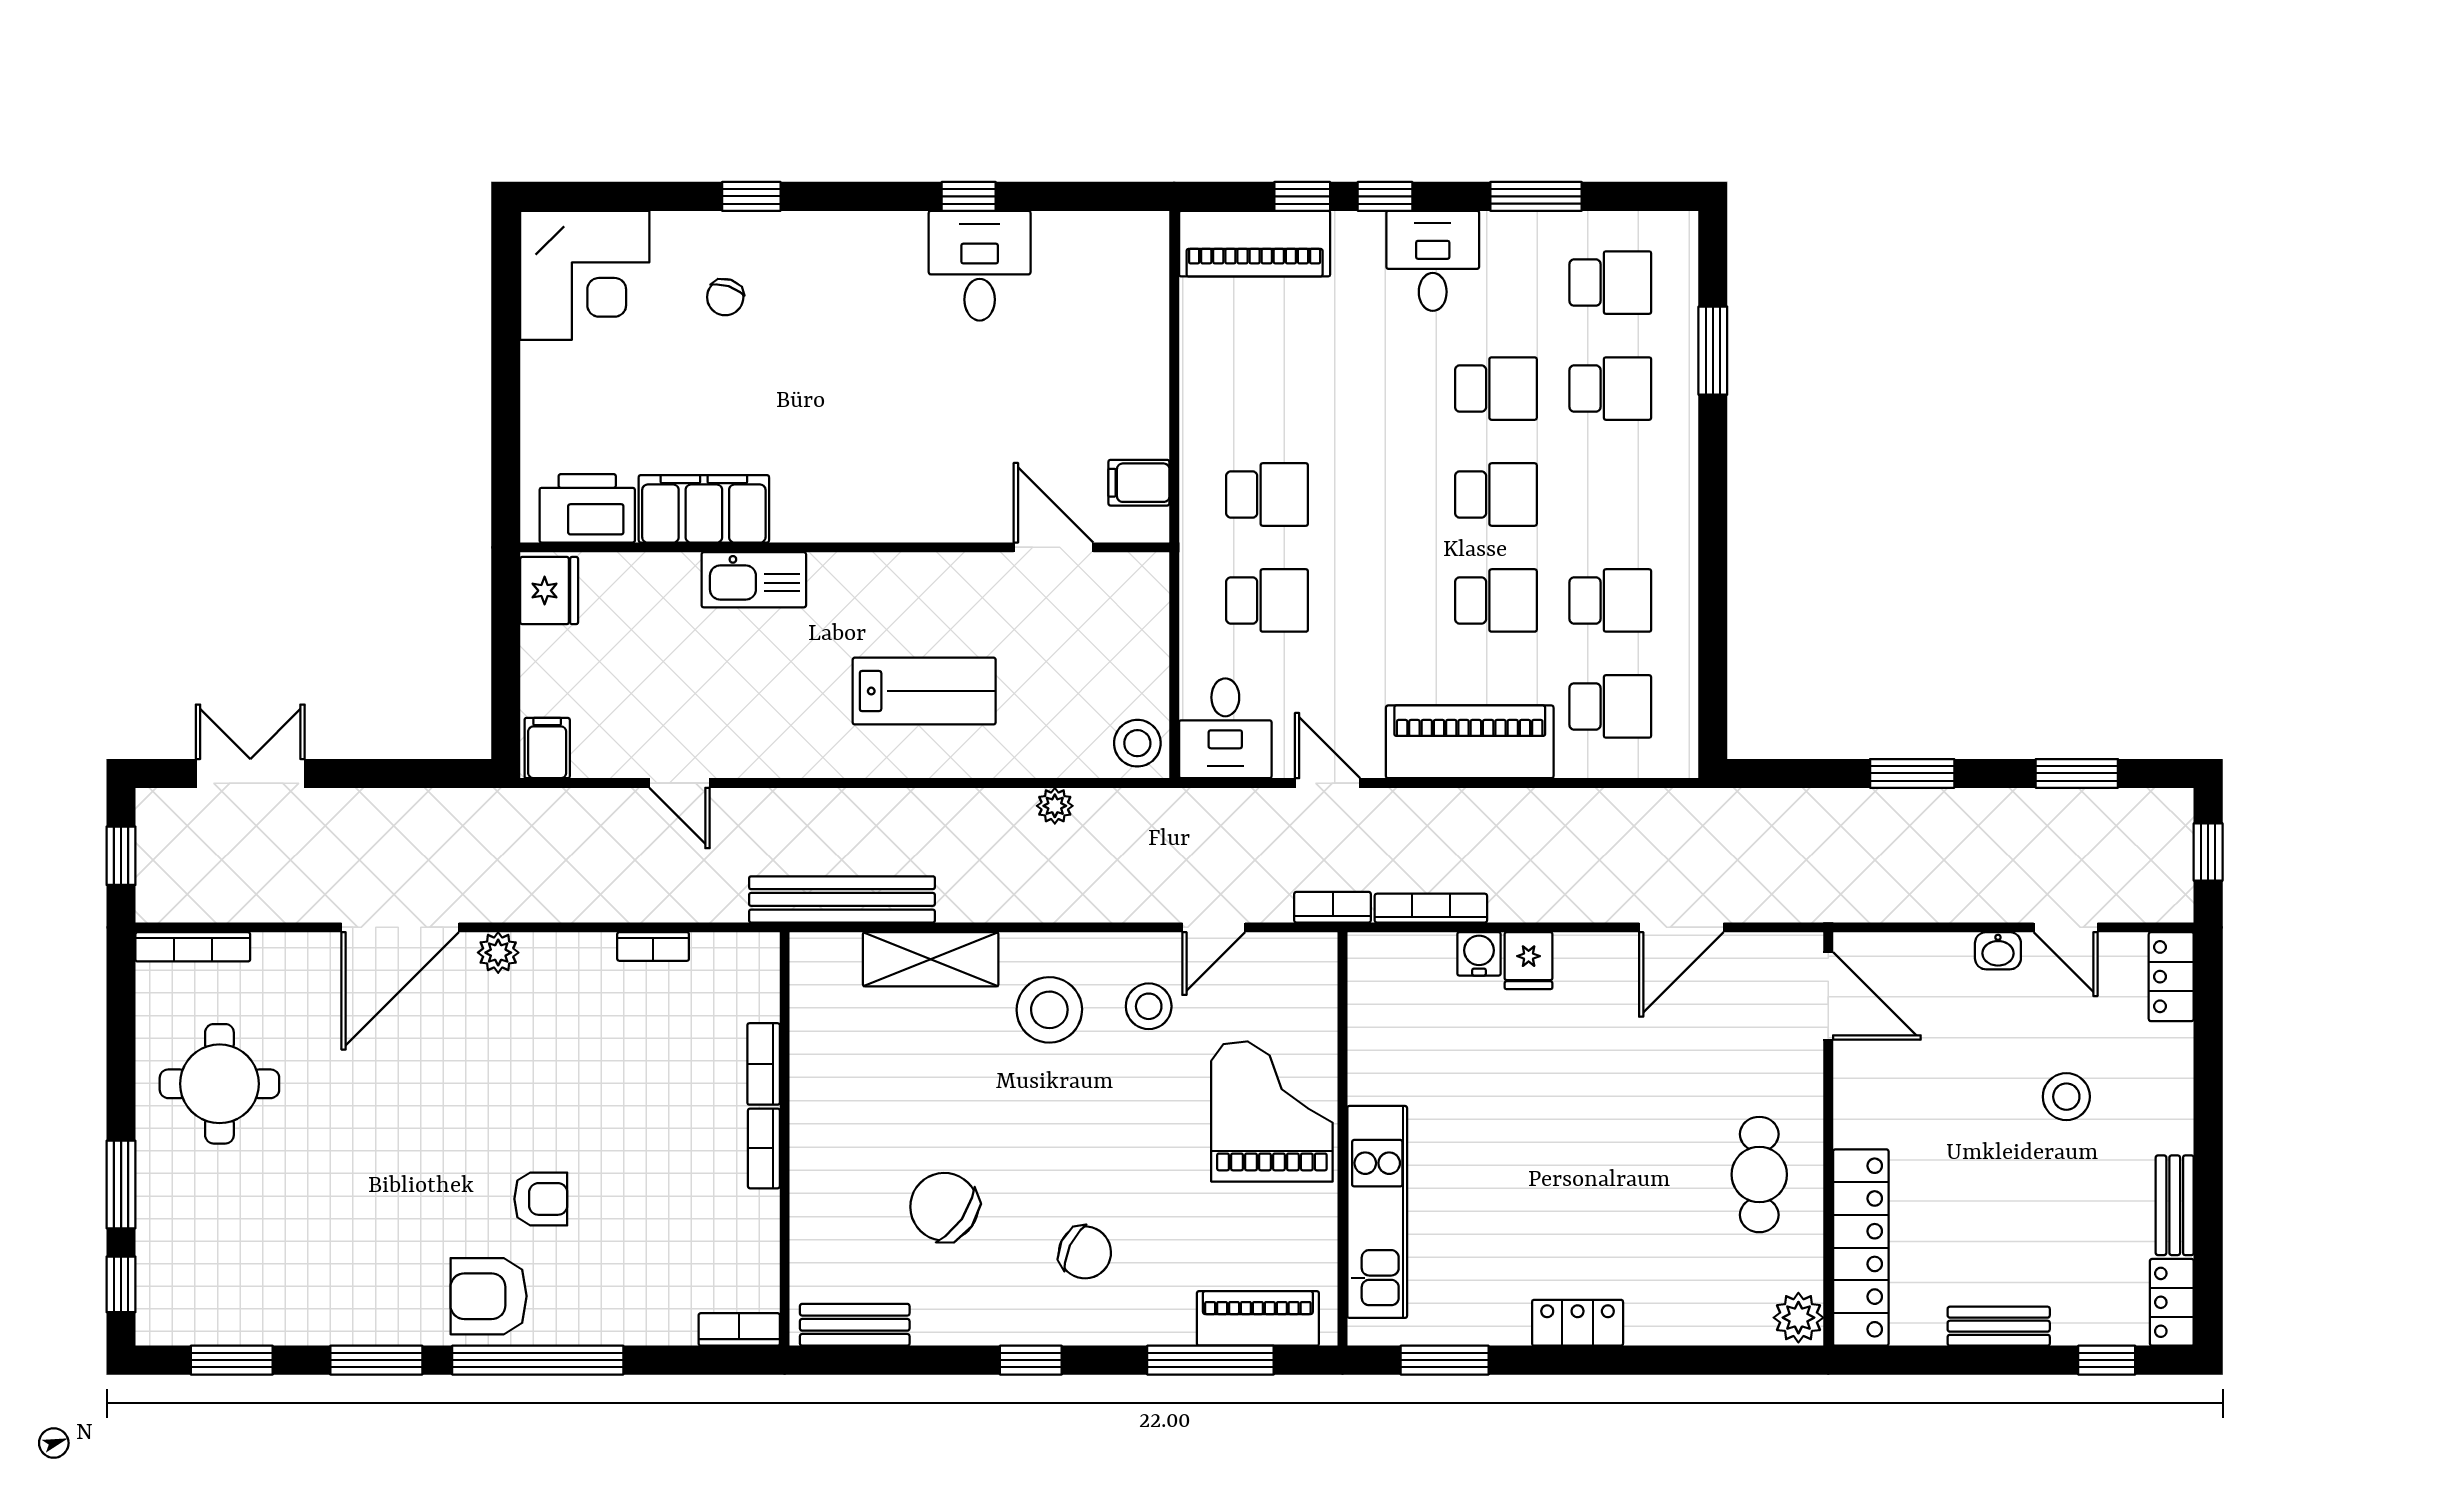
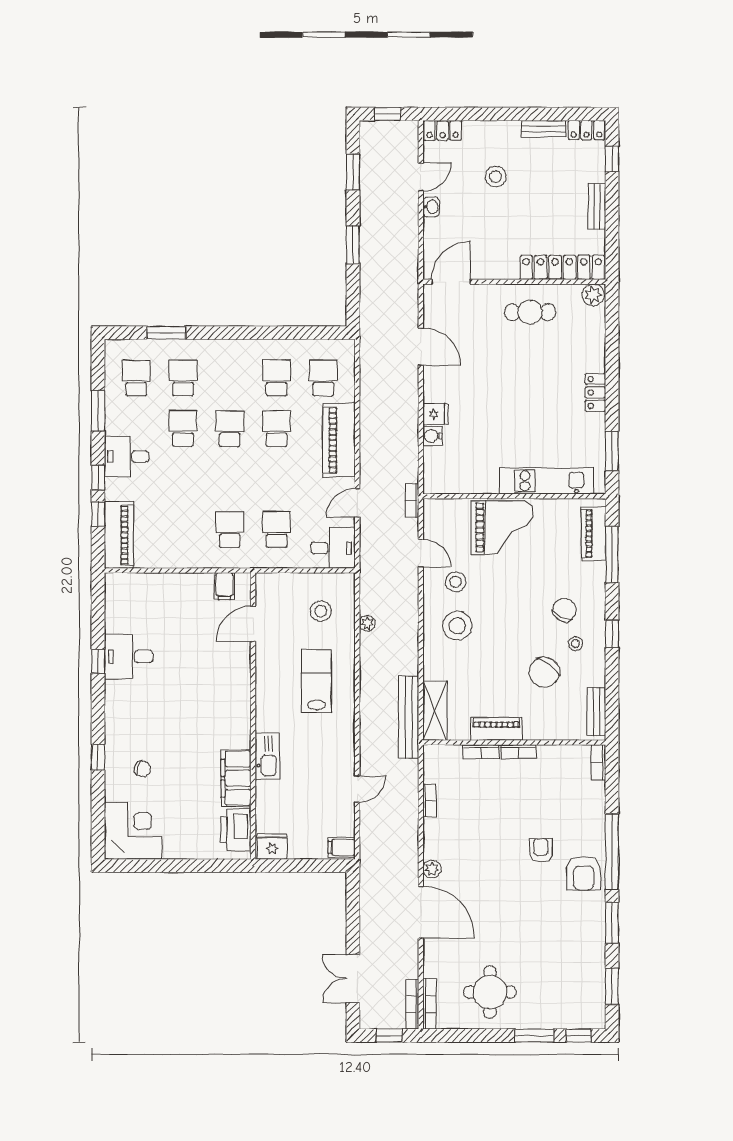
stool: (1137, 743) -> (321, 611), moved
bookcase: (1431, 908) -> (412, 1004), moved
shelving: (931, 959) -> (435, 710), moved
piano: (815, 1098) -> (496, 729), added
grand piano: (1272, 1111) -> (502, 527), turned 180
stool: (1009, 1278) -> (575, 644), added

